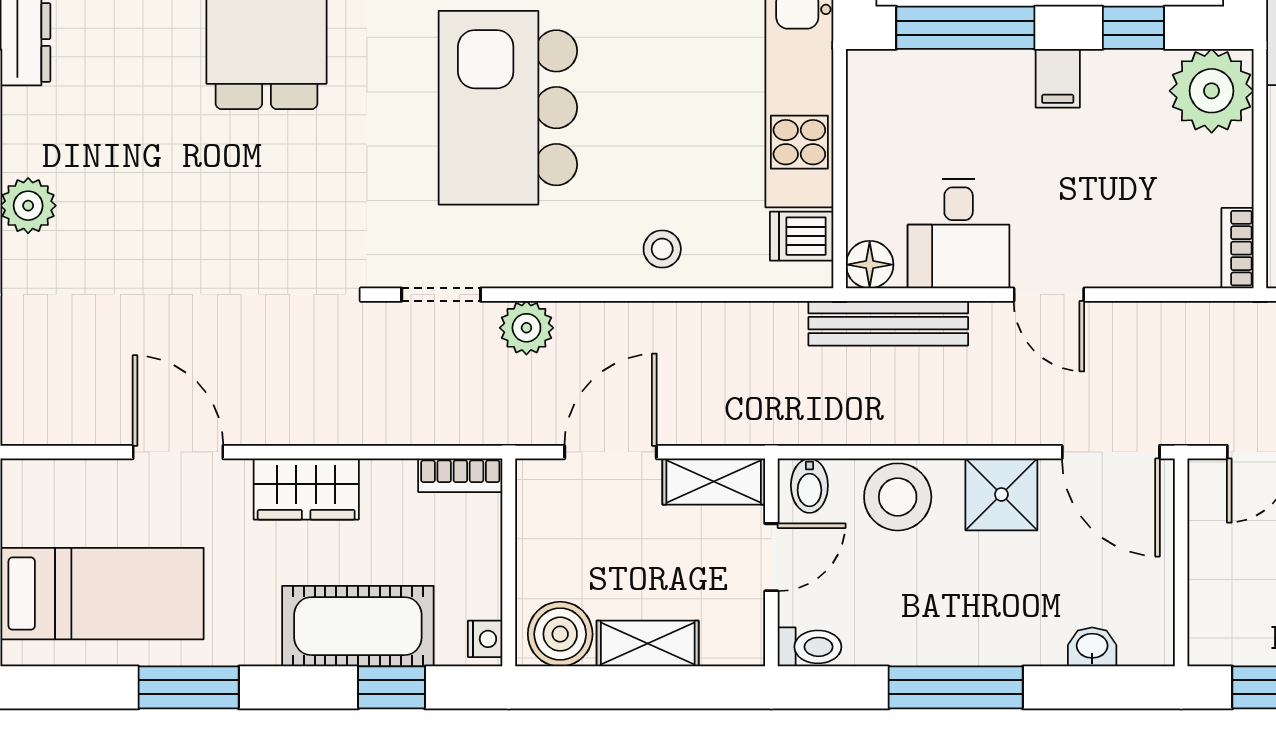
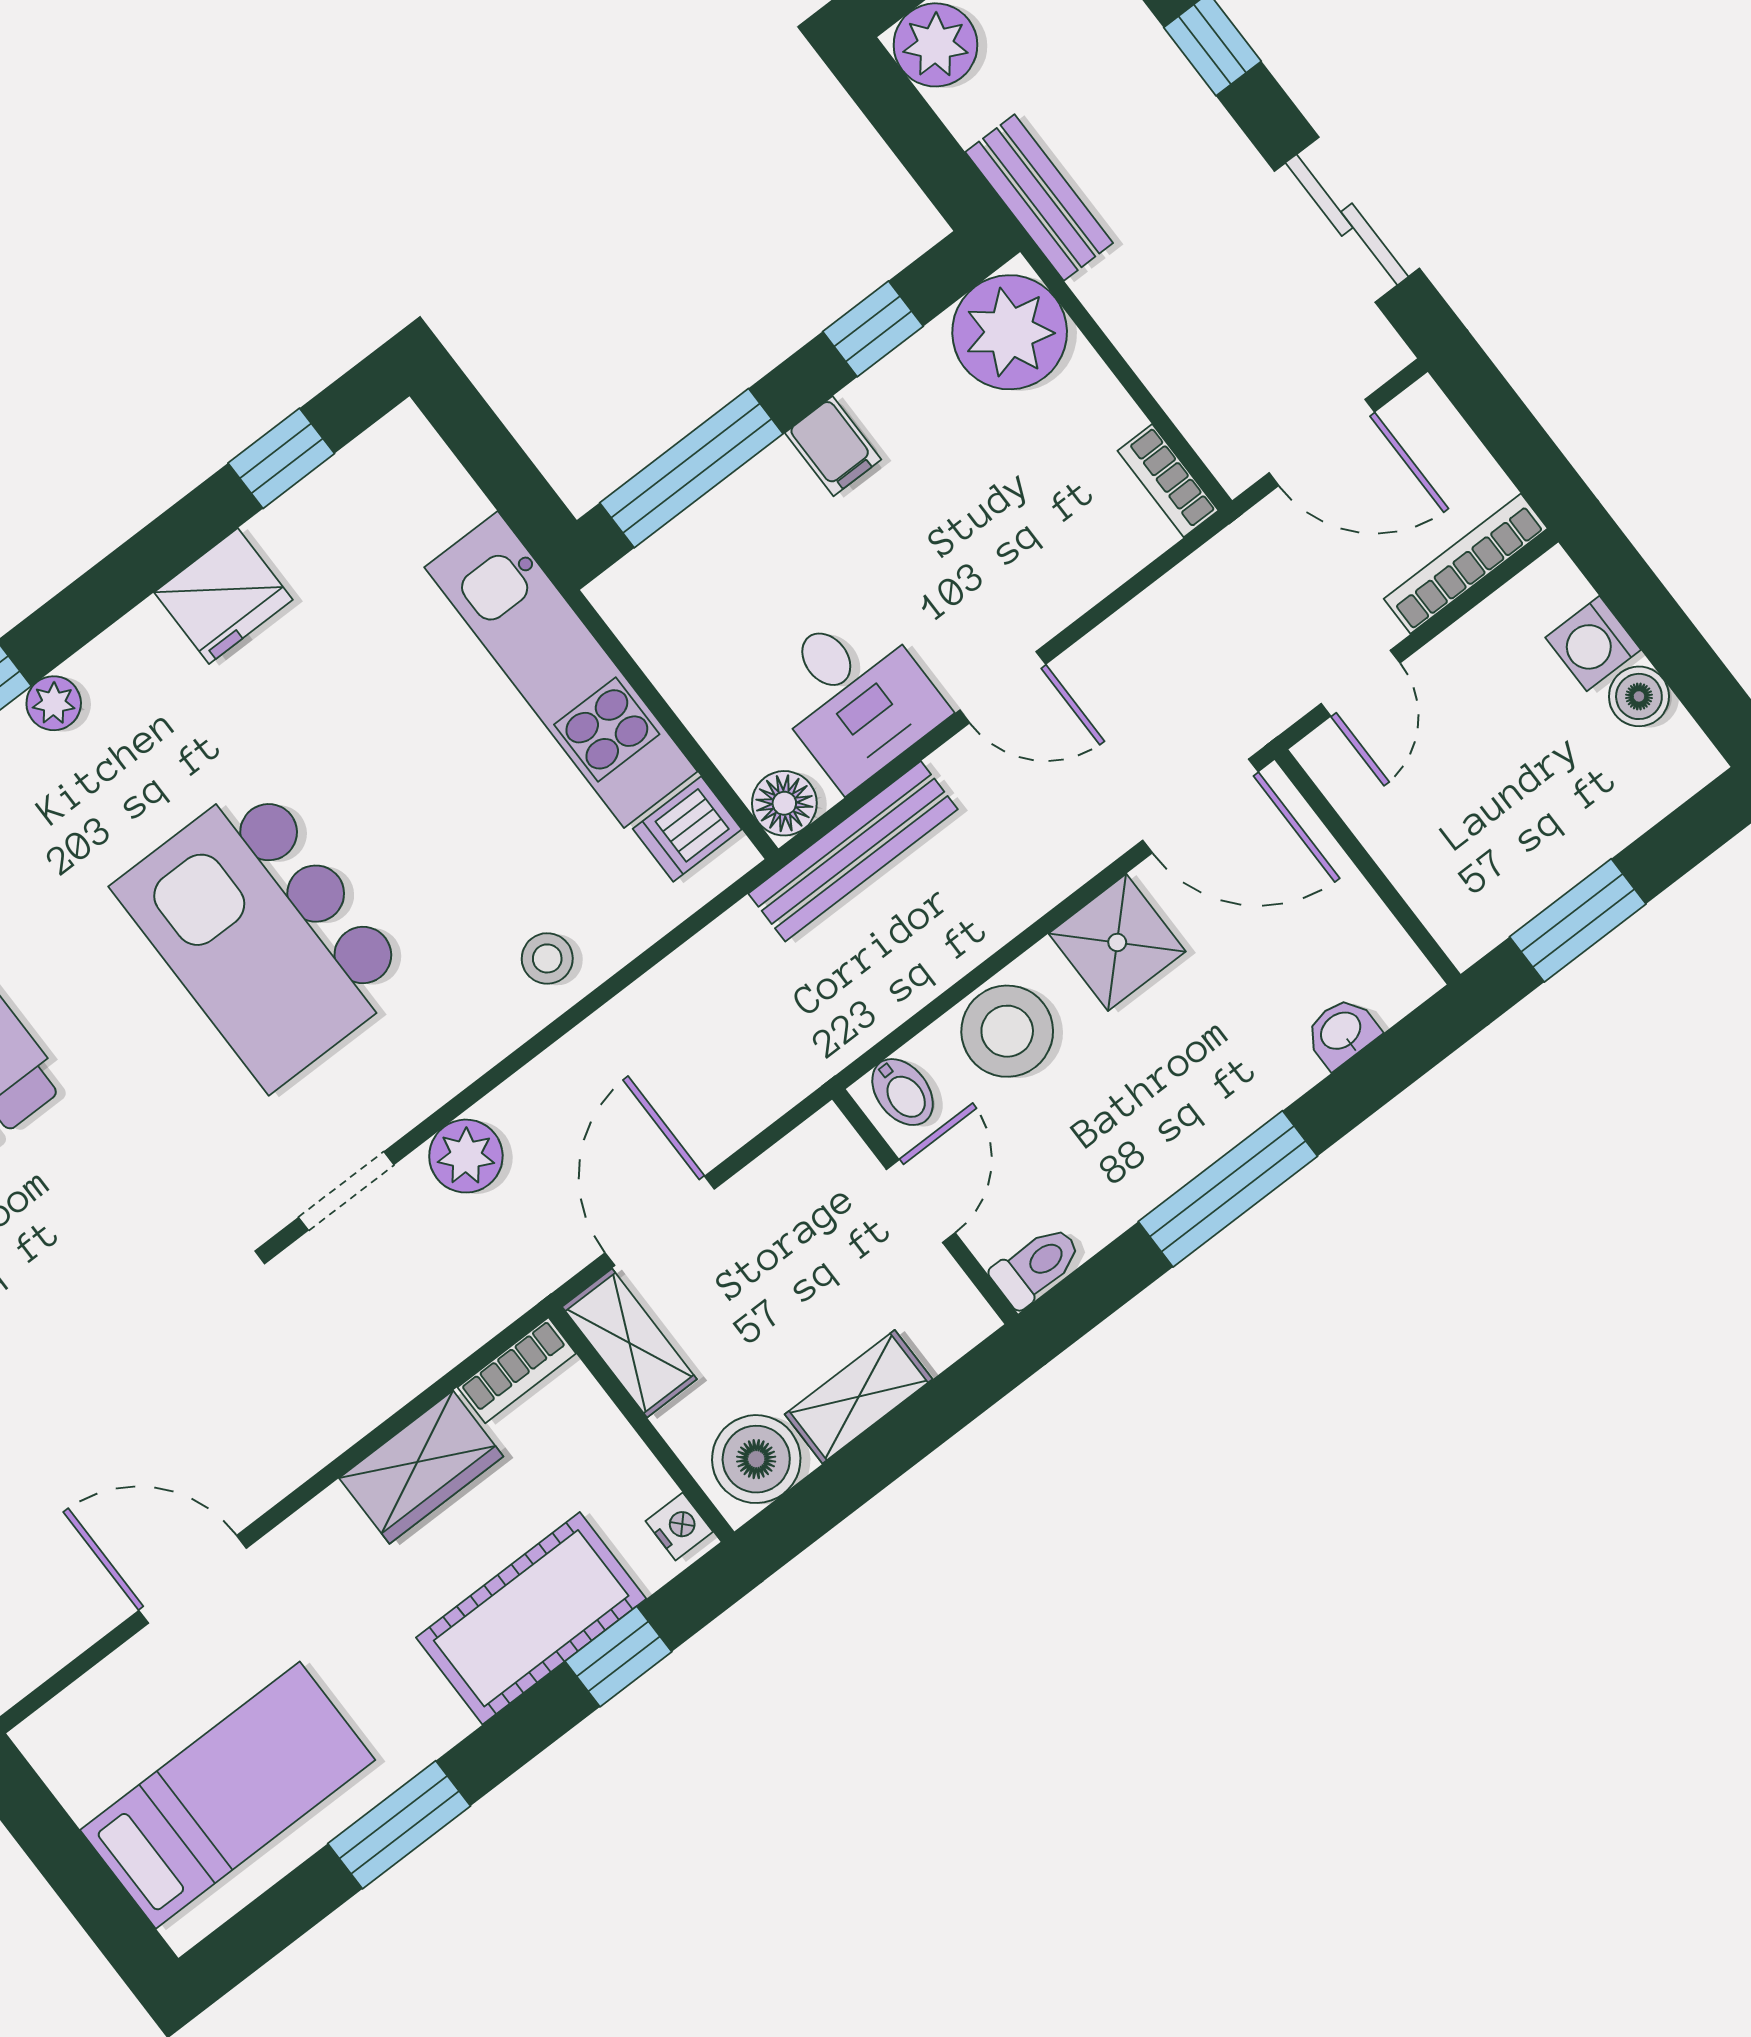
shelving: (714, 482) -> (629, 1343), moved, turned 90
wardrobe: (306, 489) -> (421, 1467), moved

